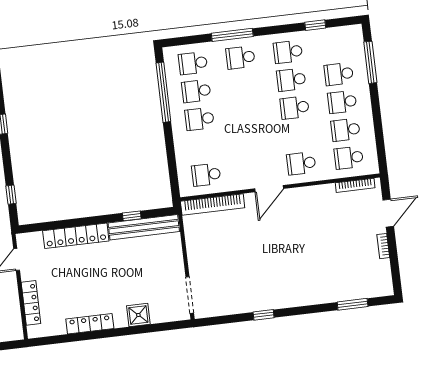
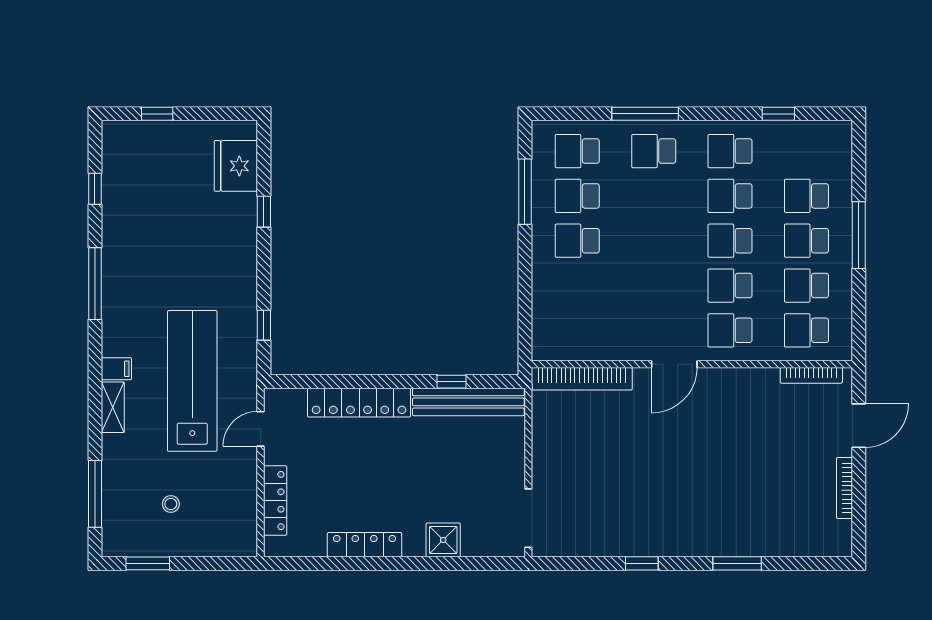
window: (370, 62) -> (859, 235), moved
window: (163, 92) -> (525, 192), width x0.68
school desk: (206, 175) -> (730, 286), moved
bookcase: (383, 246) -> (844, 488), width x1.56
window: (353, 304) -> (737, 563), moved

